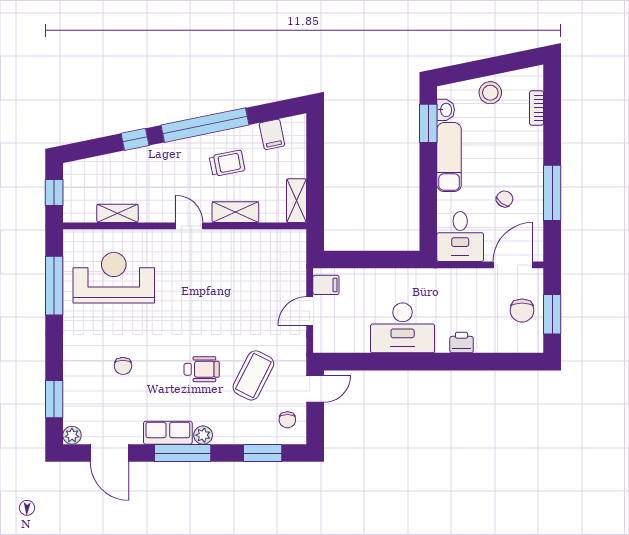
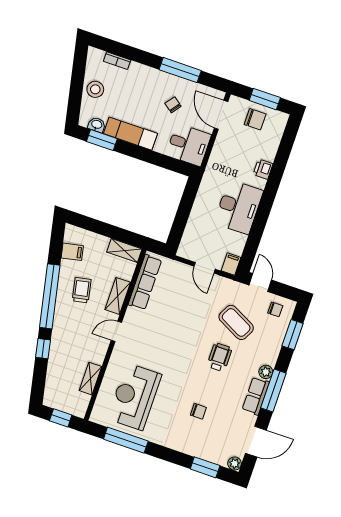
row of seats: (265, 241) -> (145, 282), added
filing cabinet: (326, 285) -> (231, 264), moved

